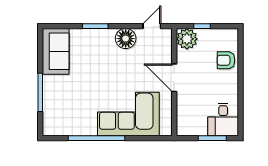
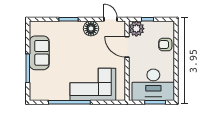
door: (152, 26) -> (111, 19), hinge flipped
sofa: (56, 51) -> (39, 53), moved
door: (174, 78) -> (127, 47), moved
desk: (223, 119) -> (153, 85), width x1.87, depth x1.30

